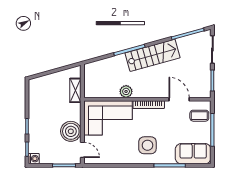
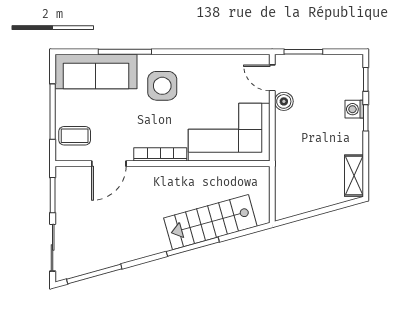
stairs: (153, 55) -> (210, 222), moved
shelving: (75, 90) -> (354, 176), moved
plant: (126, 91) -> (198, 177), removed
door: (179, 99) -> (109, 164), hinge flipped
boiler: (71, 131) -> (284, 101), width x0.54, depth x0.54
sofa: (193, 154) -> (96, 72), width x1.36
washing machine: (34, 159) -> (354, 109), moved

